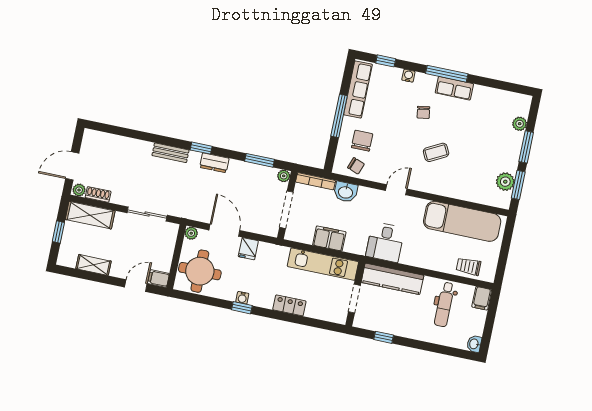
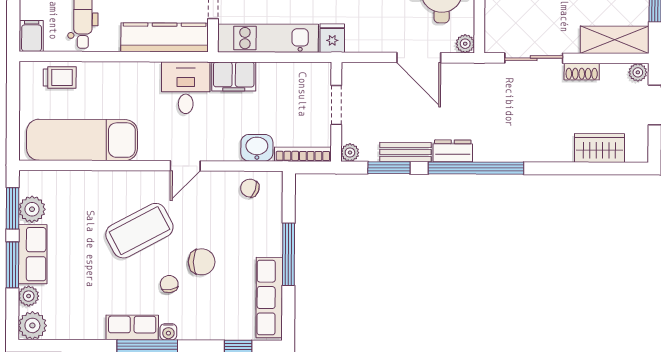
water cooler: (408, 76) -> (168, 332), moved
plant: (521, 103) -> (32, 325), added
chair: (362, 141) -> (202, 262), moved, turned -90
wardrobe: (115, 144) -> (600, 148), added
window: (201, 148) -> (476, 168), width x3.17
row of seats: (511, 151) -> (33, 254), added
coffee table: (436, 152) -> (139, 231), width x1.86, depth x1.72
bench: (170, 153) -> (406, 152), moved
shoe rack: (98, 194) -> (582, 72), moved
doorway: (286, 210) -> (336, 105), width x0.73
filing cabinet: (329, 238) -> (234, 76), moved
fridge: (248, 249) -> (332, 38), moved

